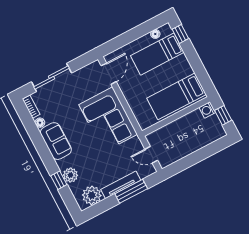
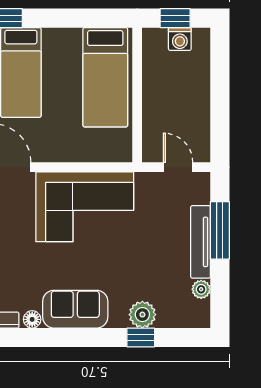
washing machine: (207, 110) -> (180, 39), moved
door: (151, 155) -> (178, 167), swing flipped
plant: (92, 195) -> (201, 289), width x0.53, depth x0.53

